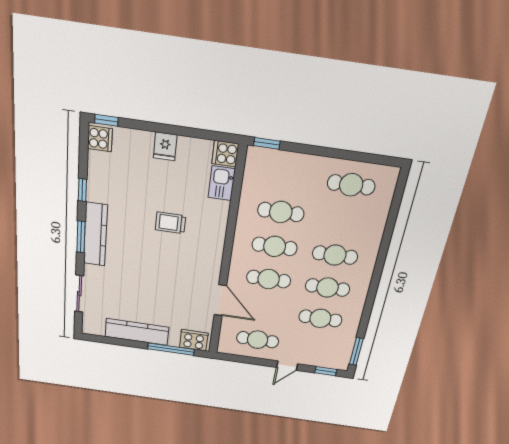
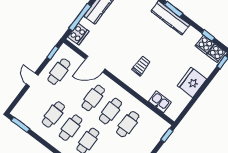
fridge: (165, 146) -> (192, 82), width x1.88, depth x1.34
cooker: (225, 154) -> (205, 45), moved, turned 180
window: (82, 190) -> (208, 35), moved
trolley: (171, 223) -> (141, 66), moved
window: (326, 371) -> (53, 53), moved

